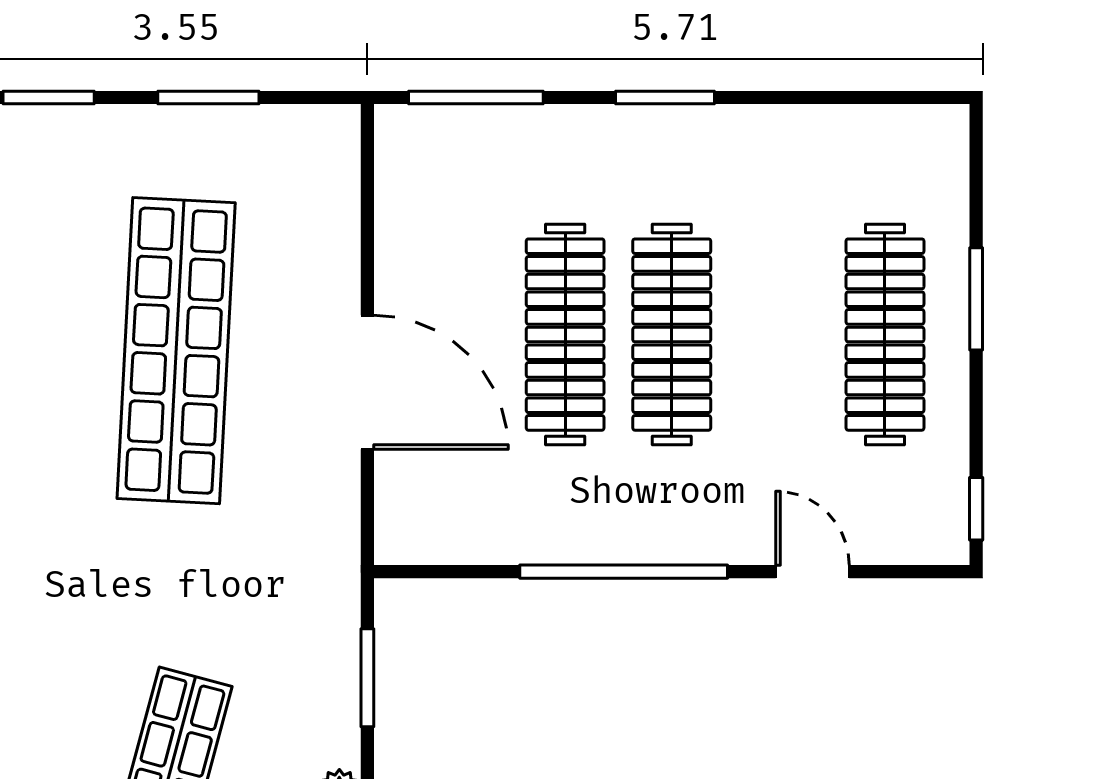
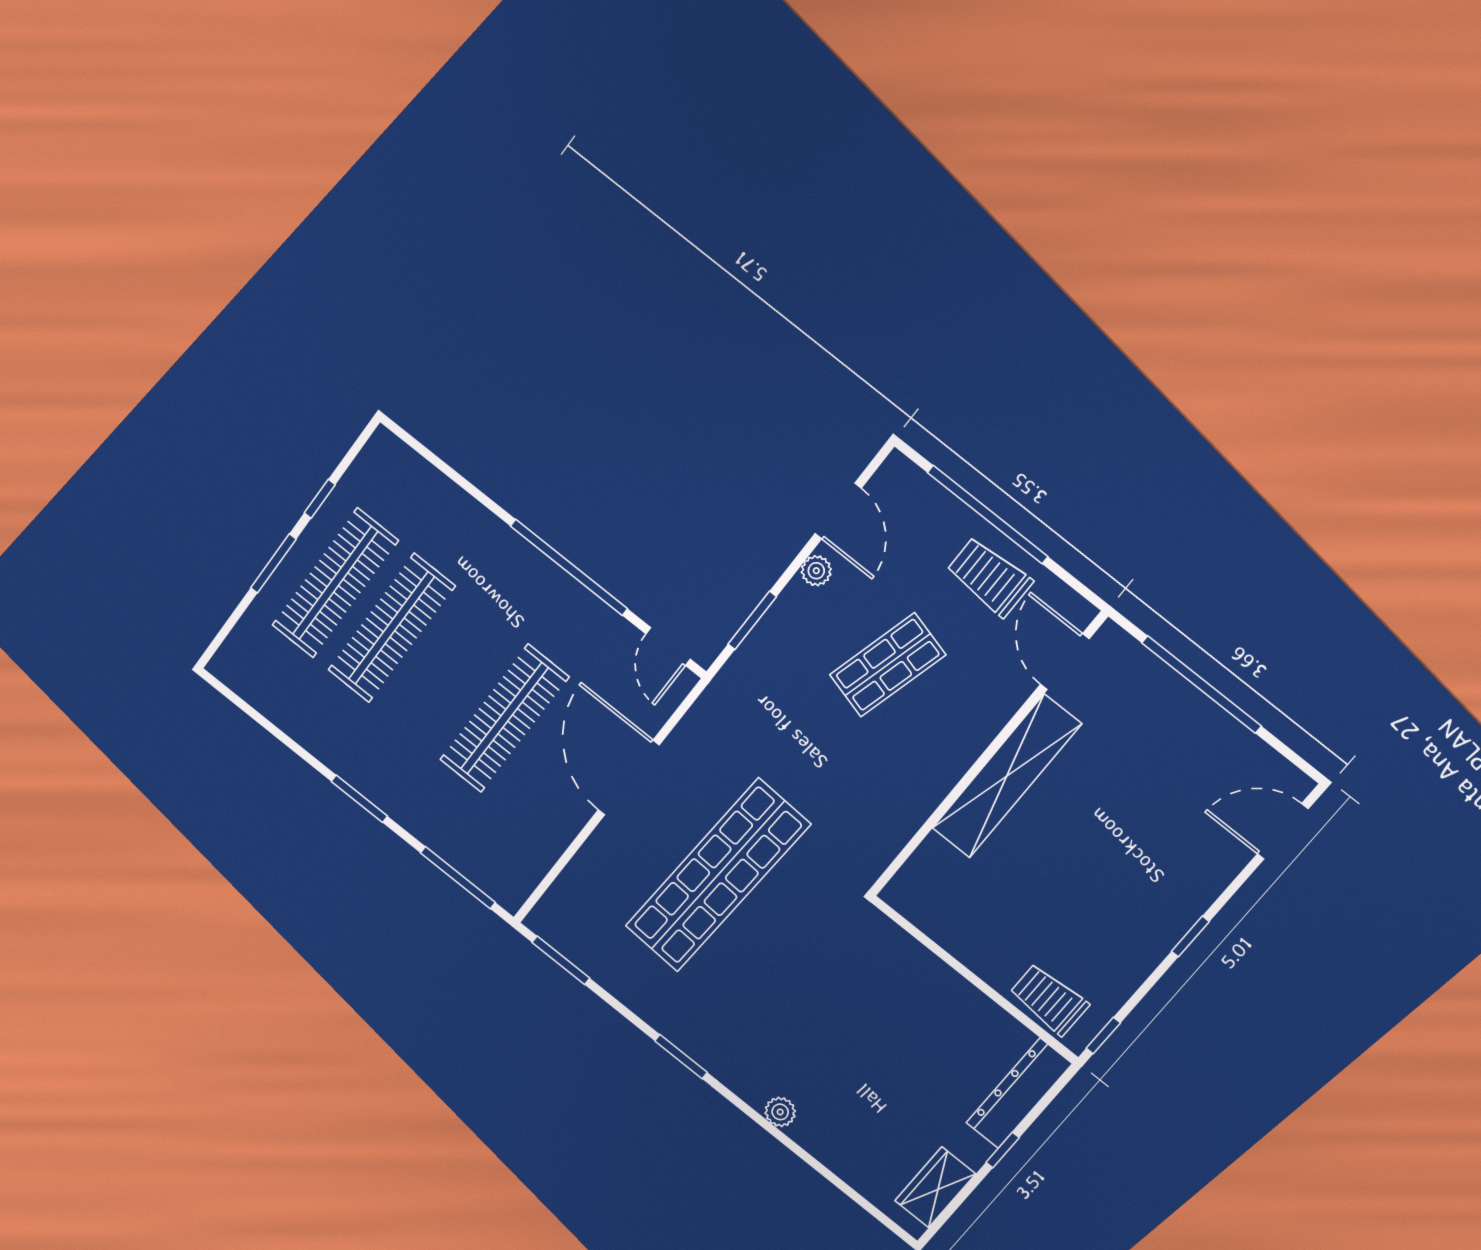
window: (208, 98) -> (561, 960), moved
clothes rail: (672, 335) -> (391, 628), moved
window: (976, 509) -> (320, 499), moved
door: (812, 572) -> (668, 646), moved

